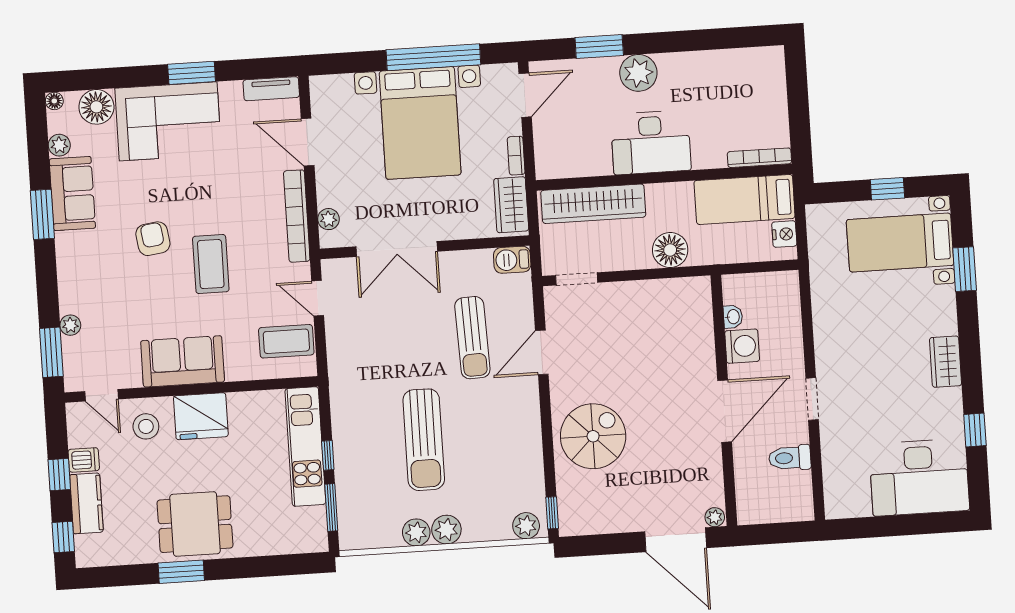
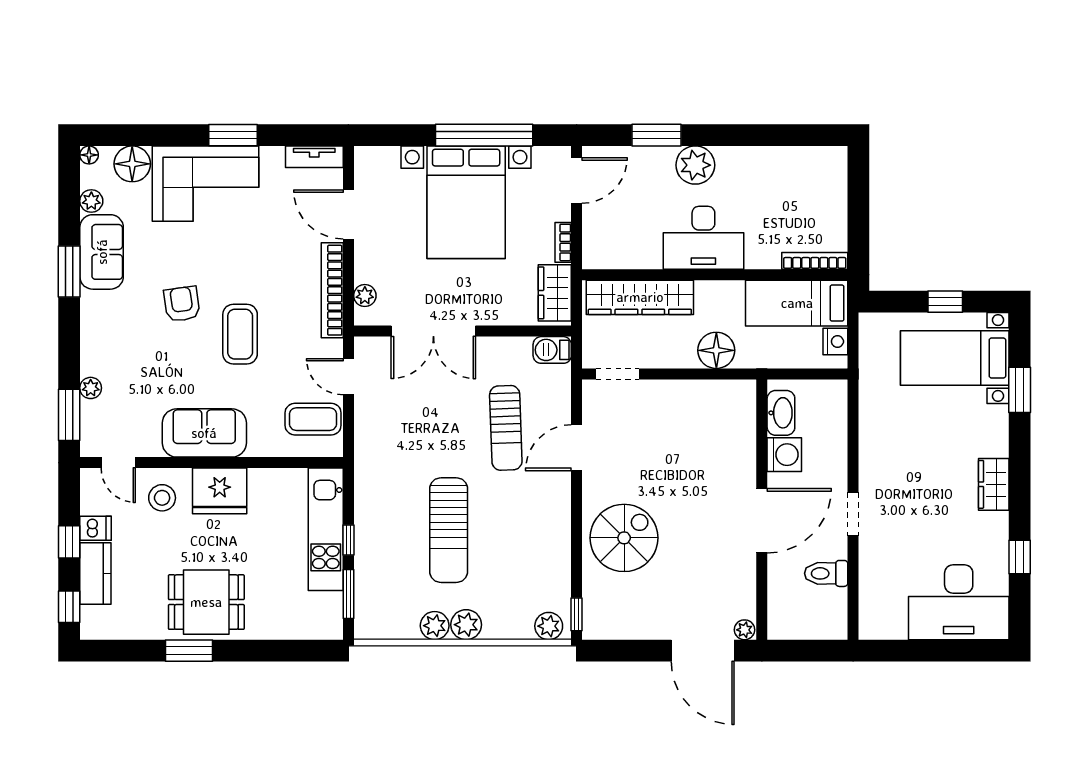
washbasin: (733, 317) -> (781, 413), width x1.91, depth x1.45

